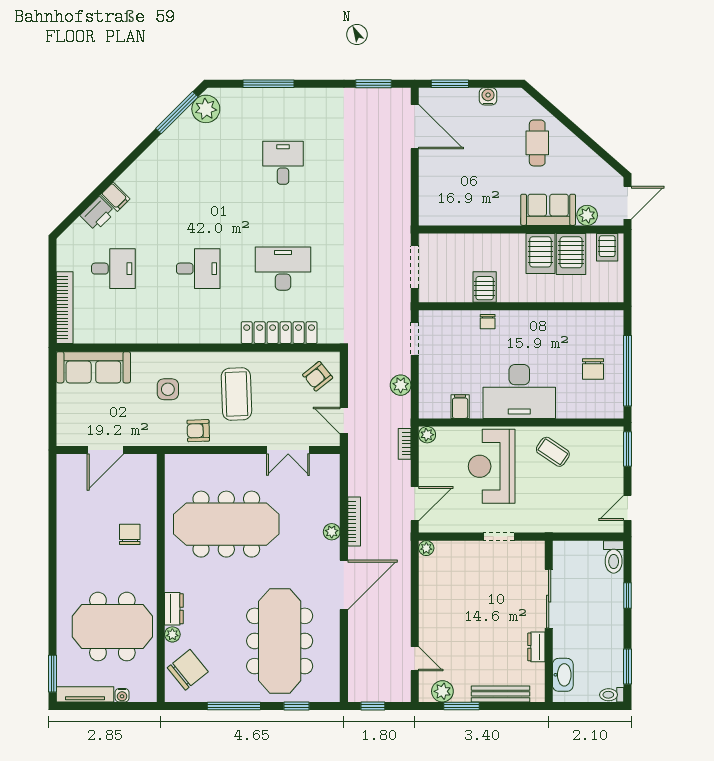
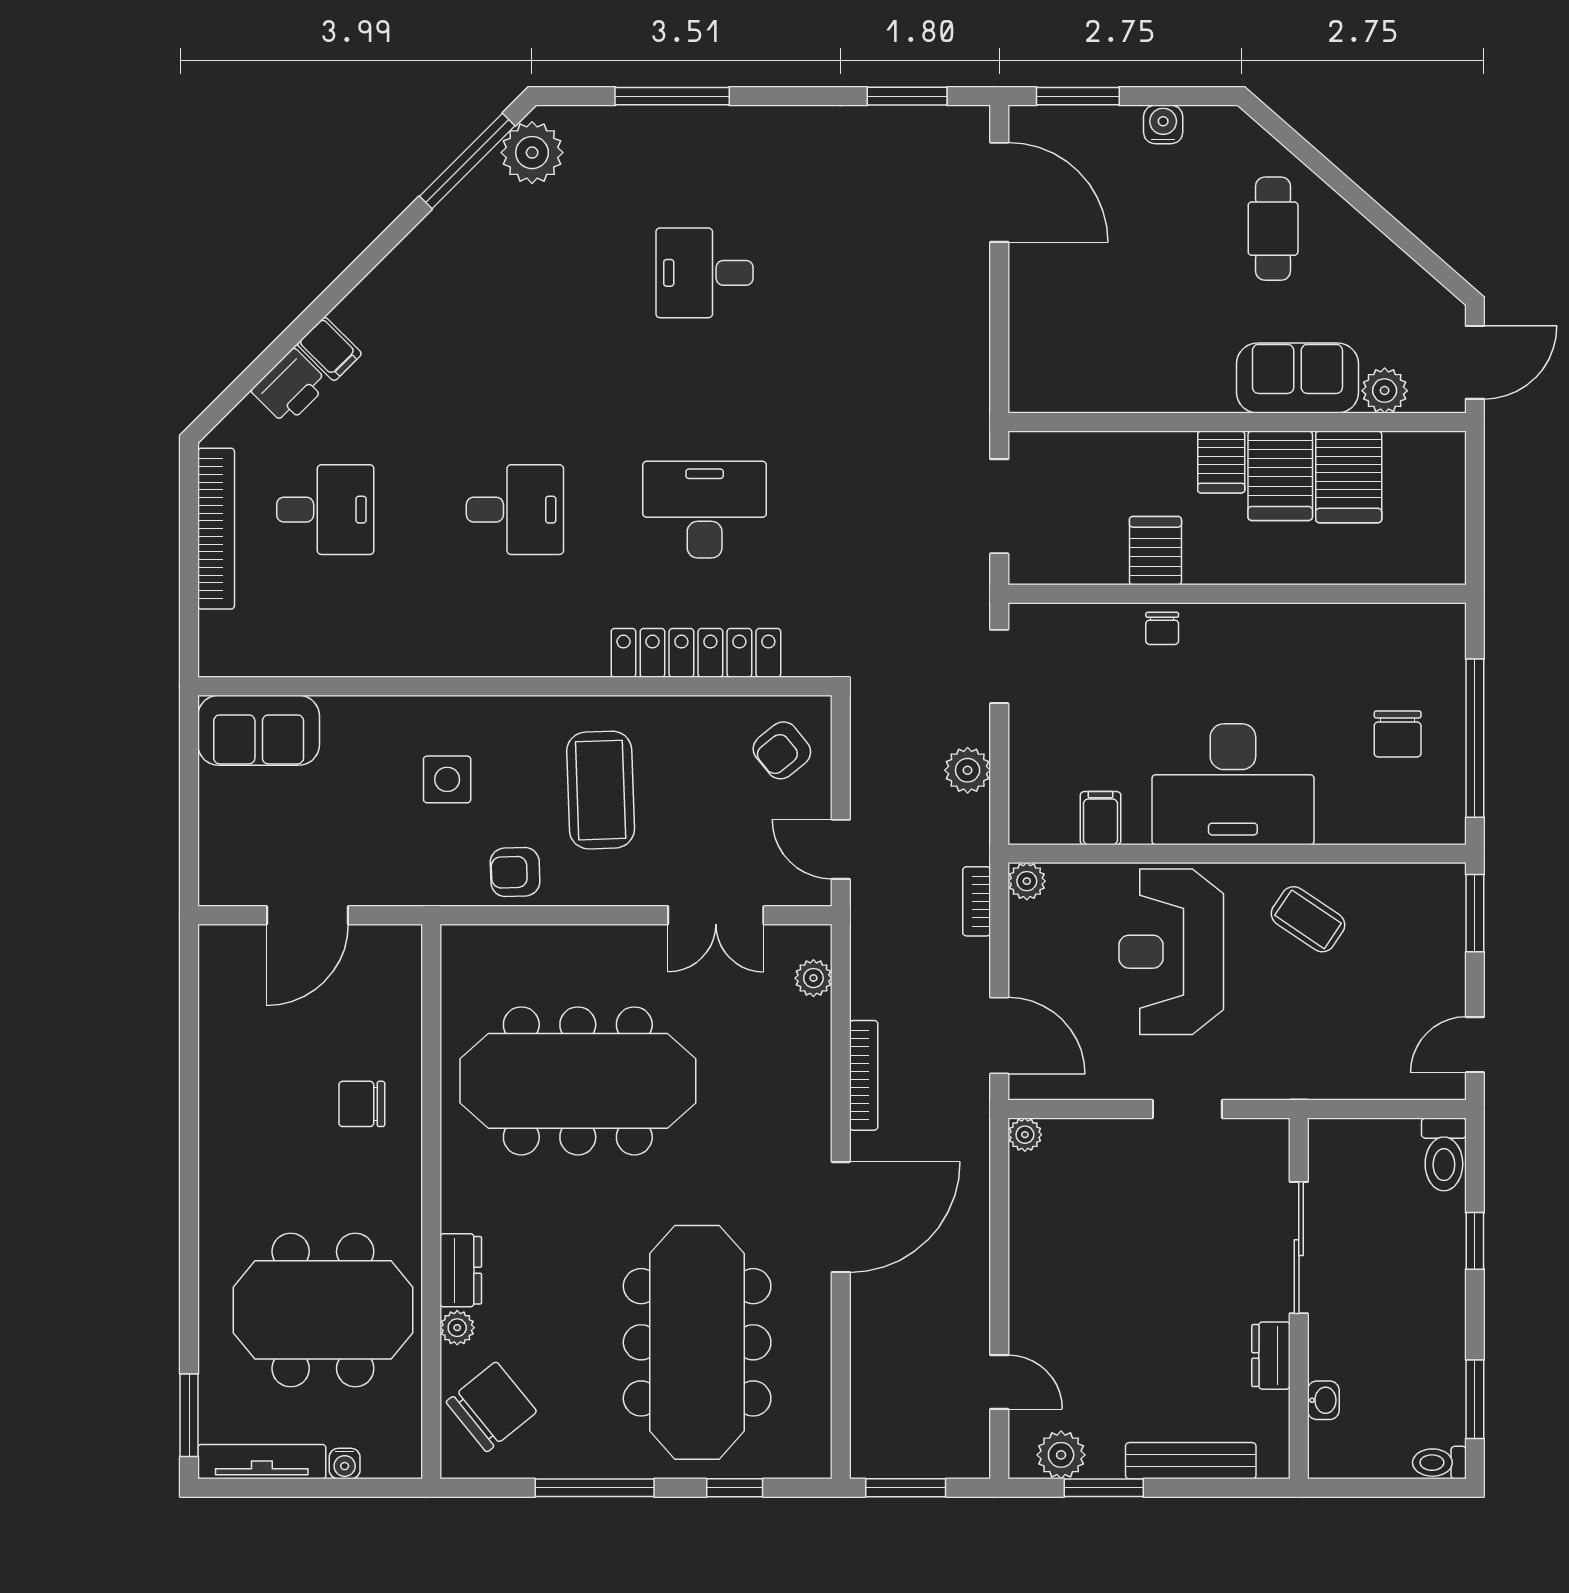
desk: (283, 163) -> (705, 273), turned -90
server rack: (607, 247) -> (1221, 462), moved
bookcase: (65, 308) -> (216, 529), moved
sofa: (93, 367) -> (259, 730), width x0.73
door: (415, 504) -> (999, 1035), hinge flipped
plant: (332, 532) -> (813, 978), moved
chair: (130, 534) -> (362, 1104), turned -90
washbasin: (563, 675) -> (1323, 1400), width x0.52, depth x0.69
window: (373, 706) -> (906, 1488), width x1.50

